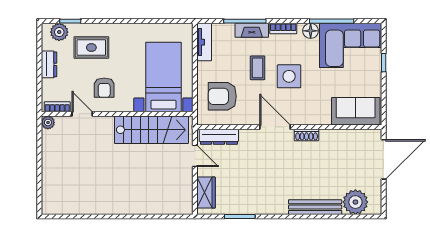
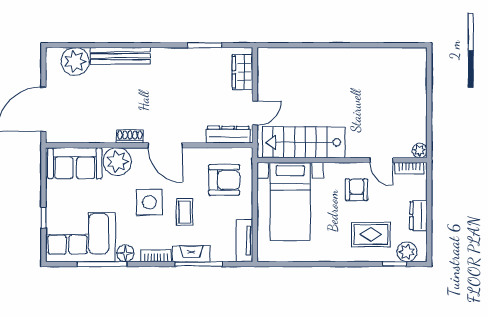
plant: (318, 113) -> (117, 162), added
door: (195, 156) -> (255, 113), swing flipped

